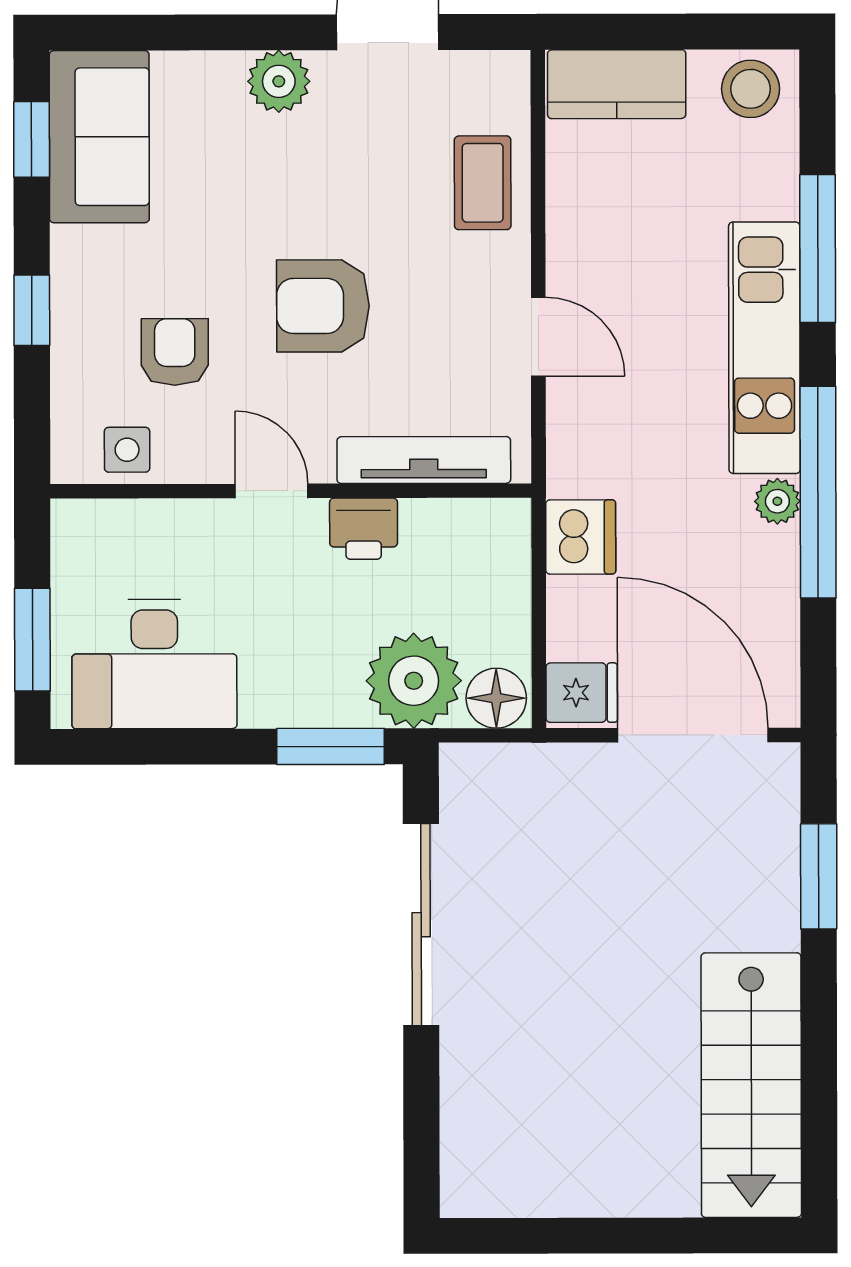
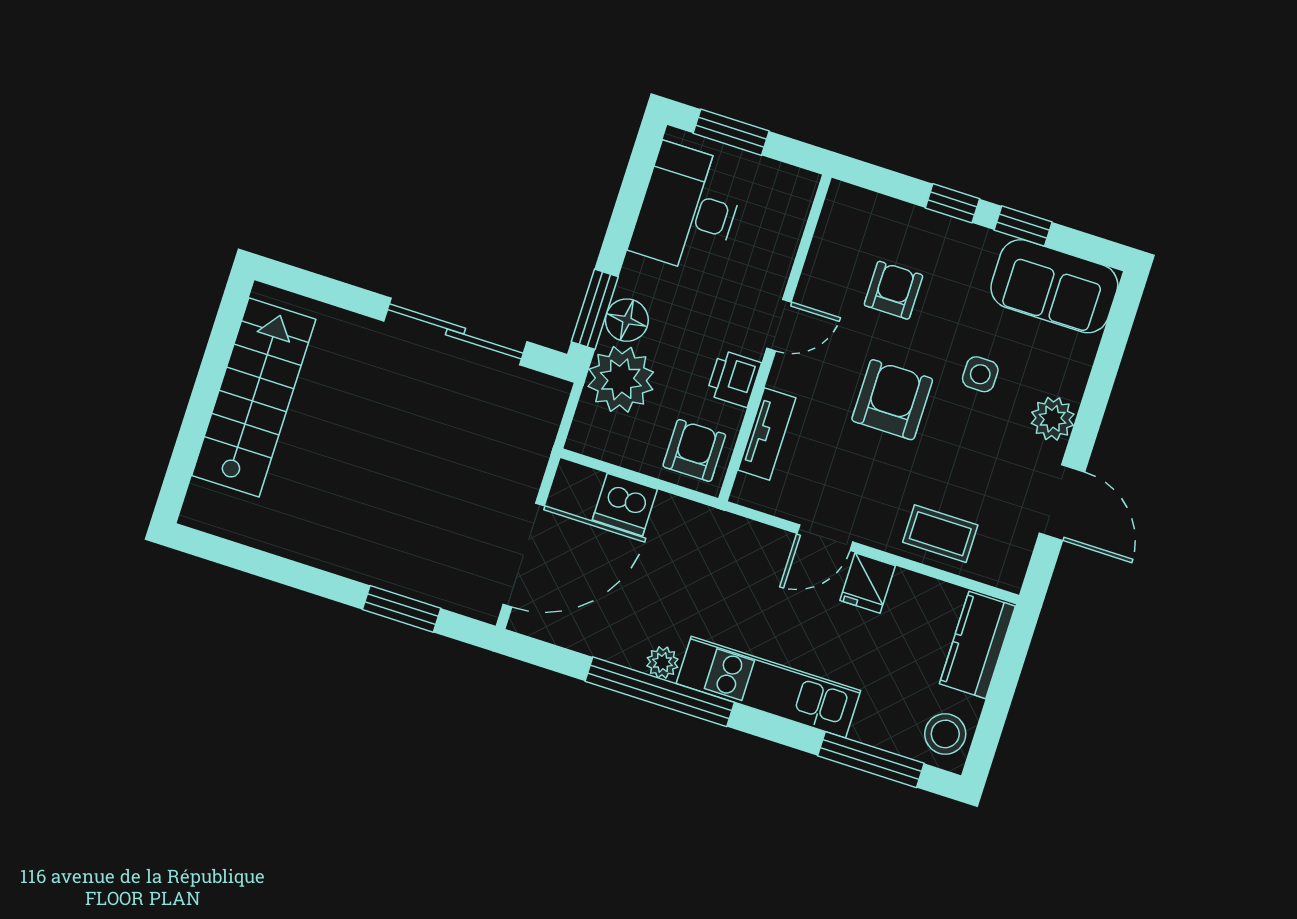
window: (32, 139) -> (1023, 226), moved
window: (818, 248) -> (871, 760), moved
armchair: (175, 352) -> (893, 290), turned -90
side table: (127, 450) -> (980, 374), moved
tv unit: (424, 460) -> (767, 434), width x0.71
dishwasher: (581, 537) -> (625, 505), moved
armchair: (478, 551) -> (694, 450), added
fridge: (582, 693) -> (868, 583), moved
floor lamp: (496, 698) -> (627, 320), moved
stairs: (751, 1085) -> (254, 397), moved, turned 90

